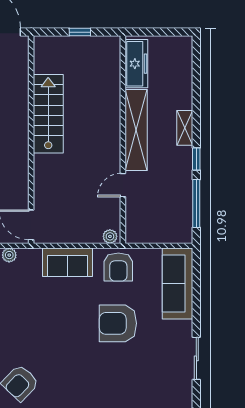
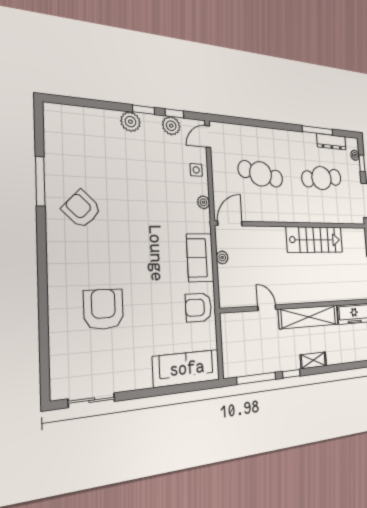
plant: (110, 236) -> (222, 257), moved
armchair: (118, 323) -> (103, 309), moved
sliding door: (196, 358) -> (92, 400), moved

